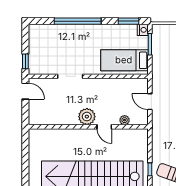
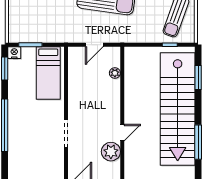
plant: (87, 117) -> (111, 152), moved
door: (104, 127) -> (122, 133), moved

